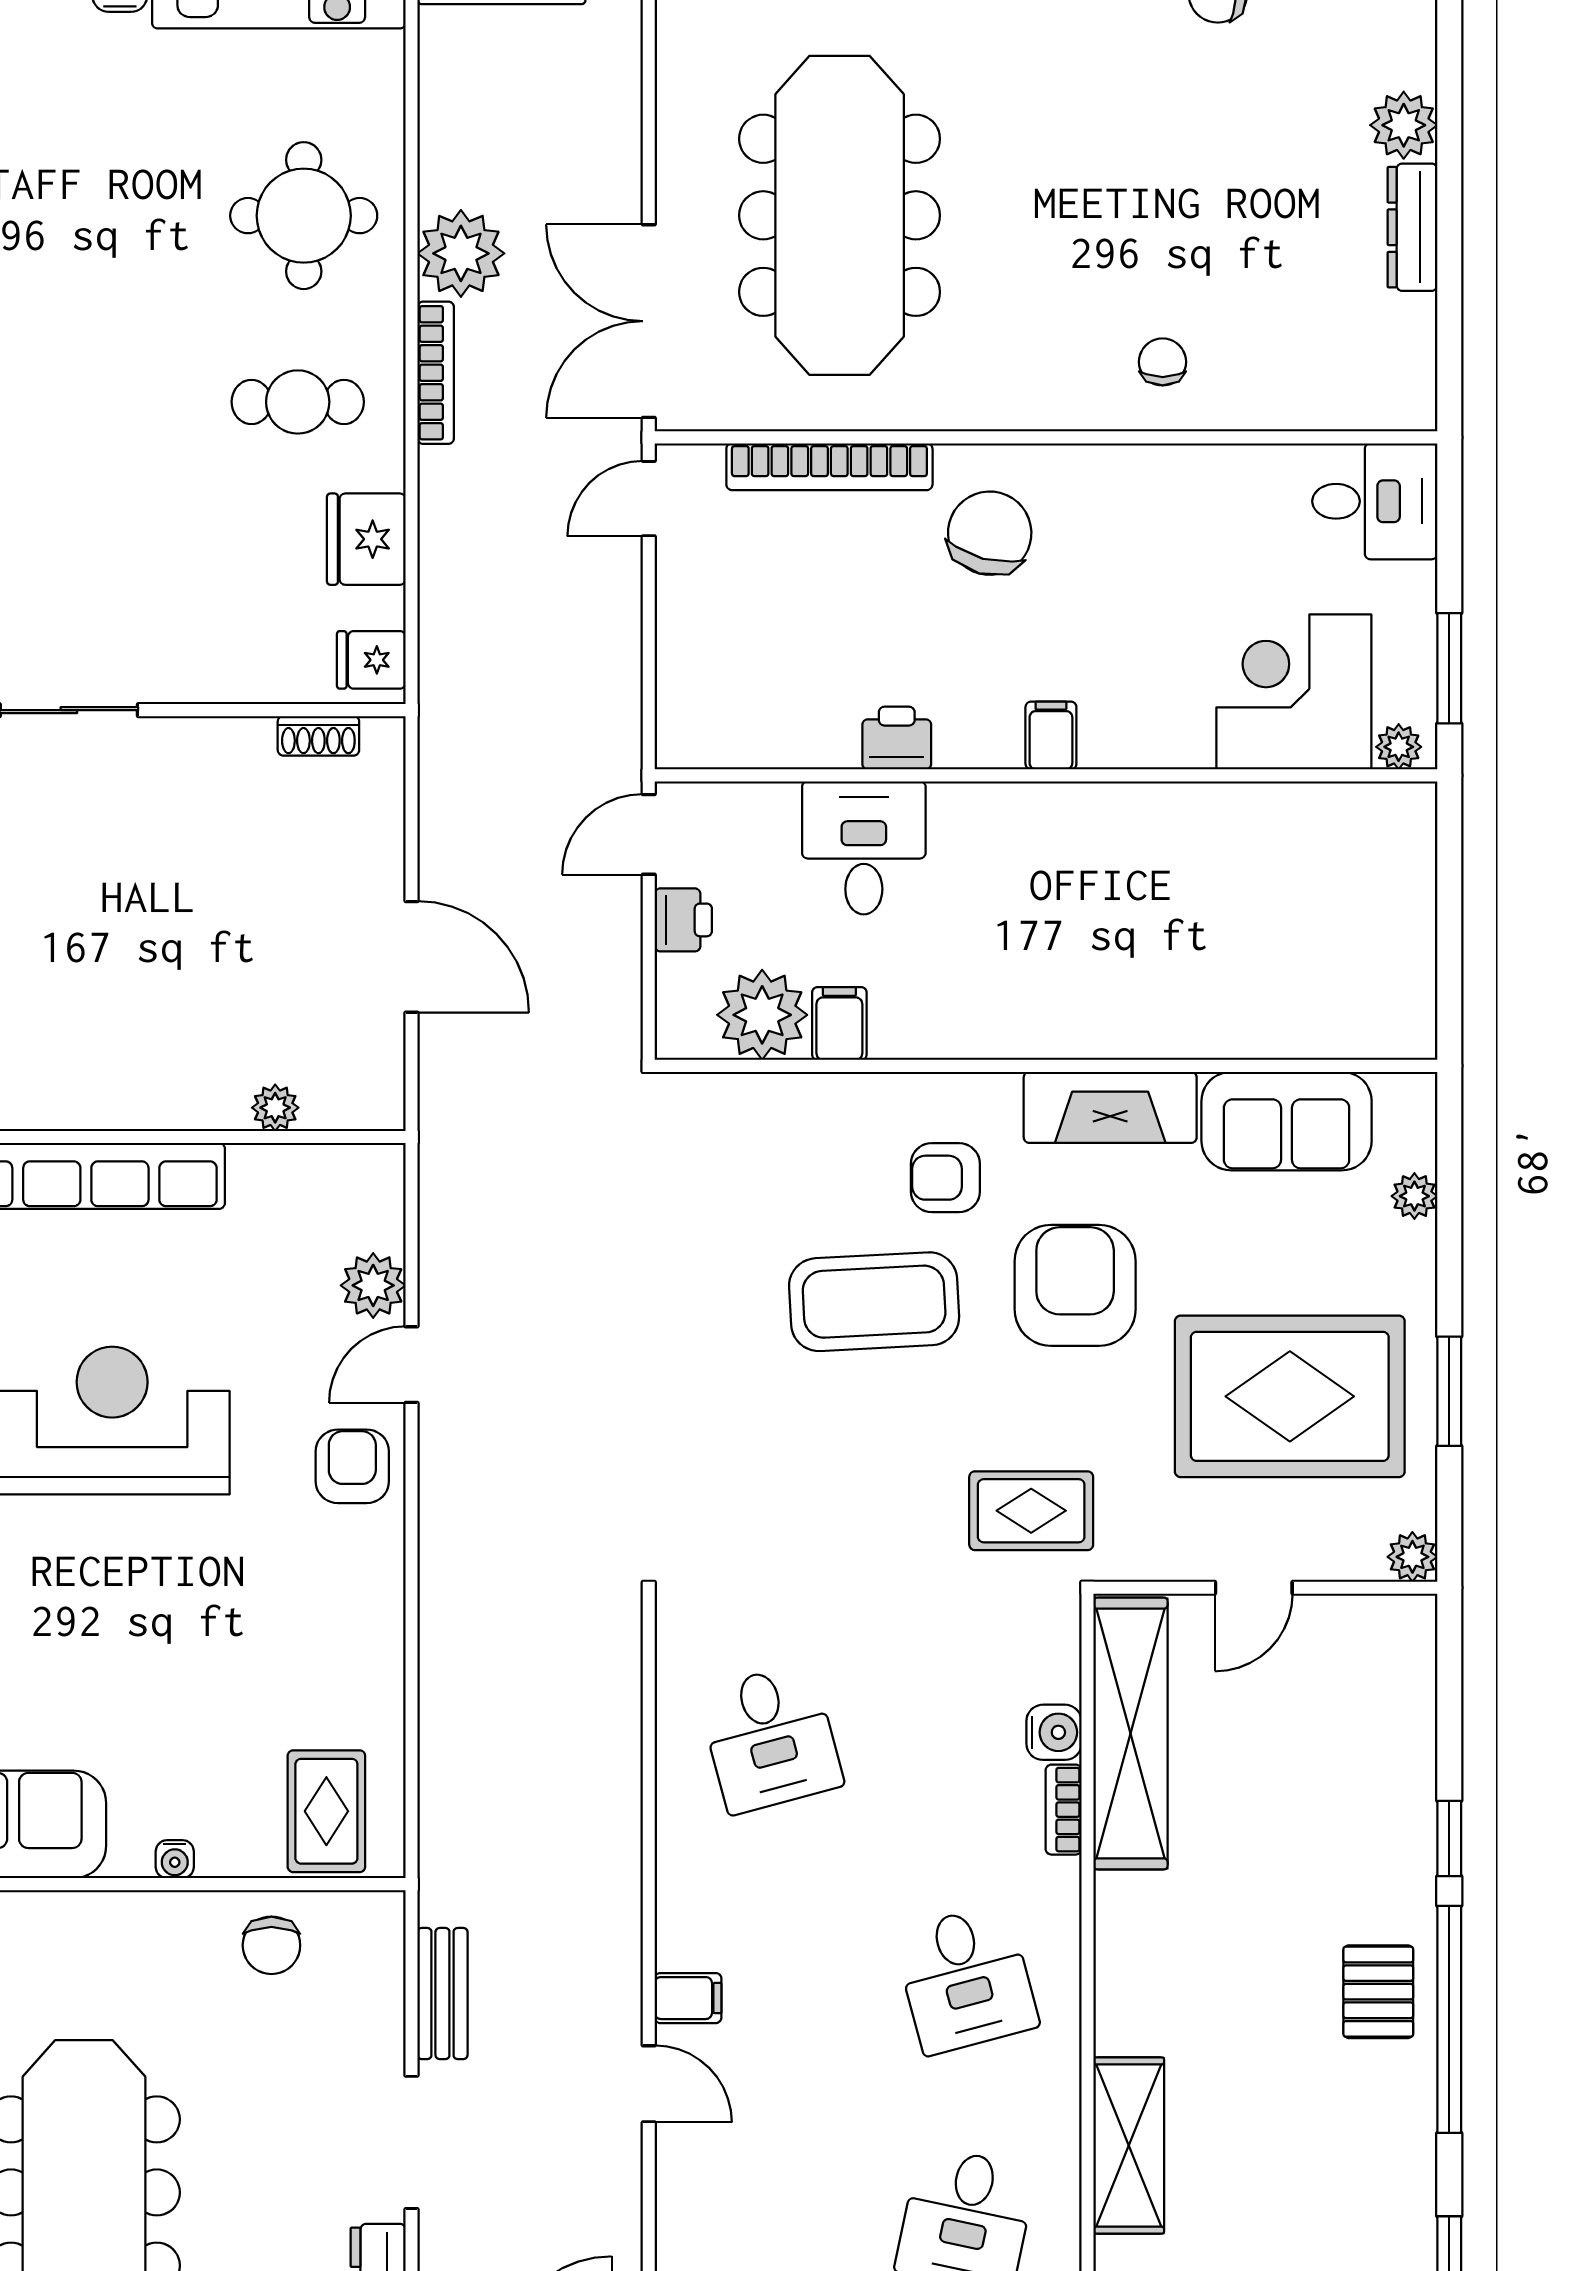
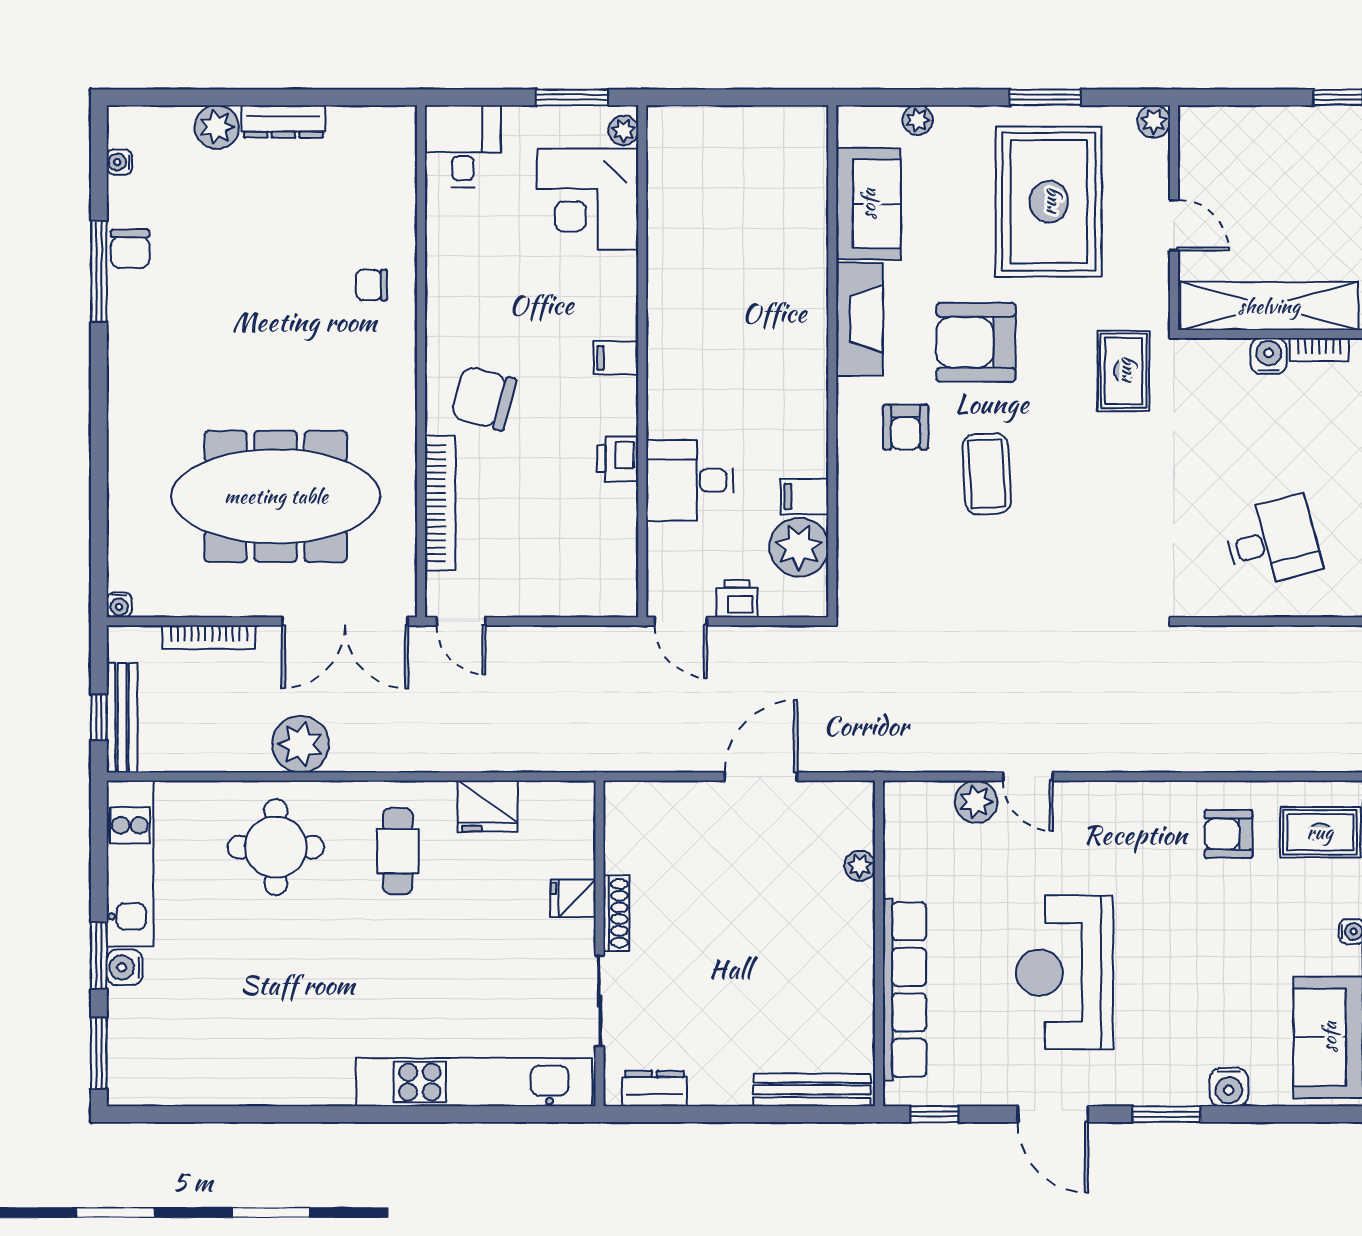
bookcase: (436, 373) -> (209, 637), moved, turned 180
fridge: (371, 660) -> (573, 898), moved, turned 90
shoe rack: (318, 736) -> (616, 913), moved, width x1.43
coffee table: (874, 1302) -> (987, 474), width x0.73, depth x0.76
armchair: (352, 1466) -> (1229, 834), moved

